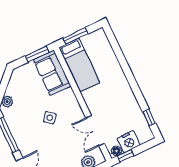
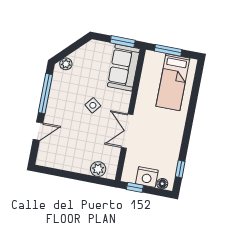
bed: (79, 65) -> (173, 82), moved
double door: (95, 131) -> (127, 131), moved
floor lamp: (116, 151) -> (162, 184), moved

